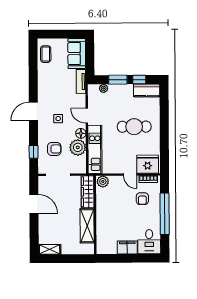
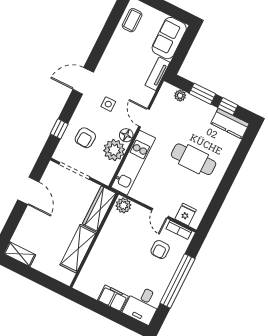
armchair: (54, 149) -> (85, 138), turned 94
fridge: (148, 164) -> (186, 214), width x0.53, depth x0.75

